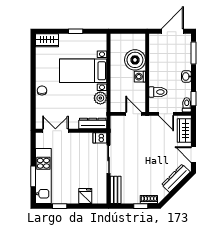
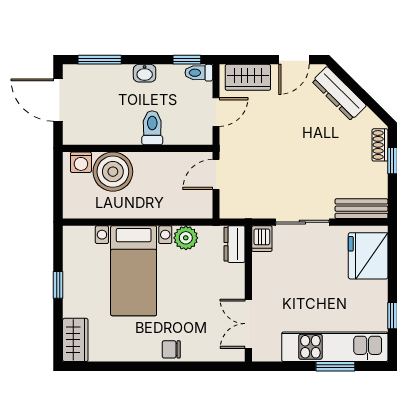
washing machine: (140, 77) -> (81, 162), moved
toilet: (158, 92) -> (152, 128), moved
dresser: (93, 124) -> (234, 244), width x0.70
fridge: (85, 196) -> (368, 256), width x1.88, depth x1.34

